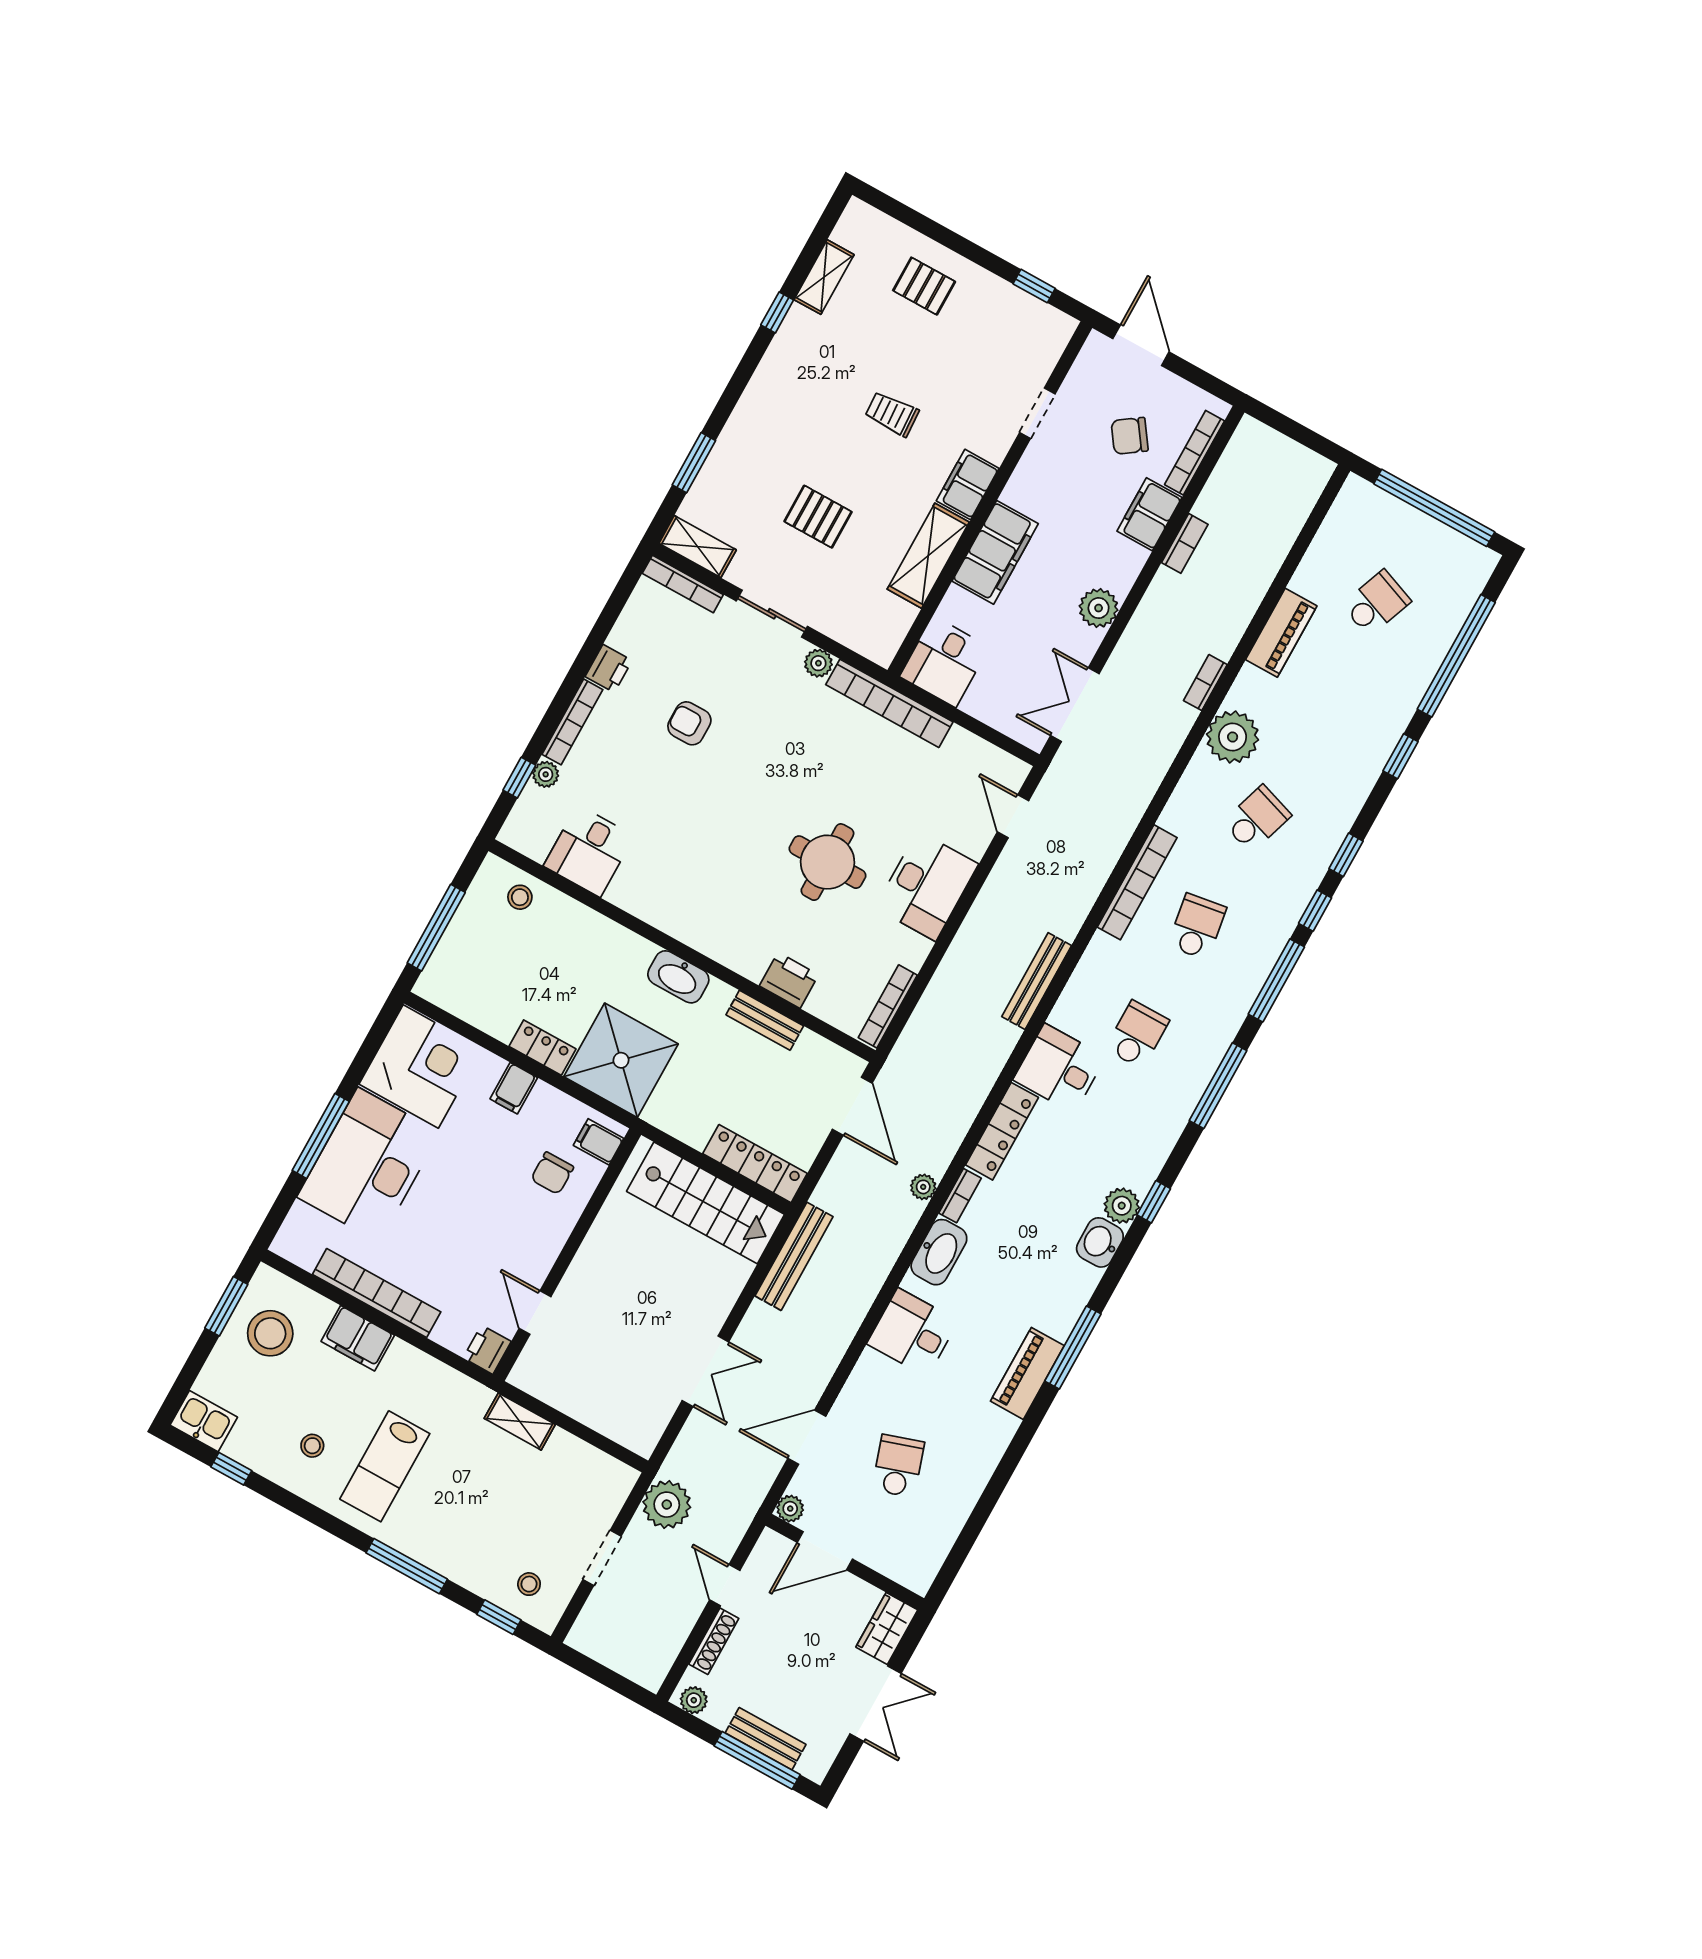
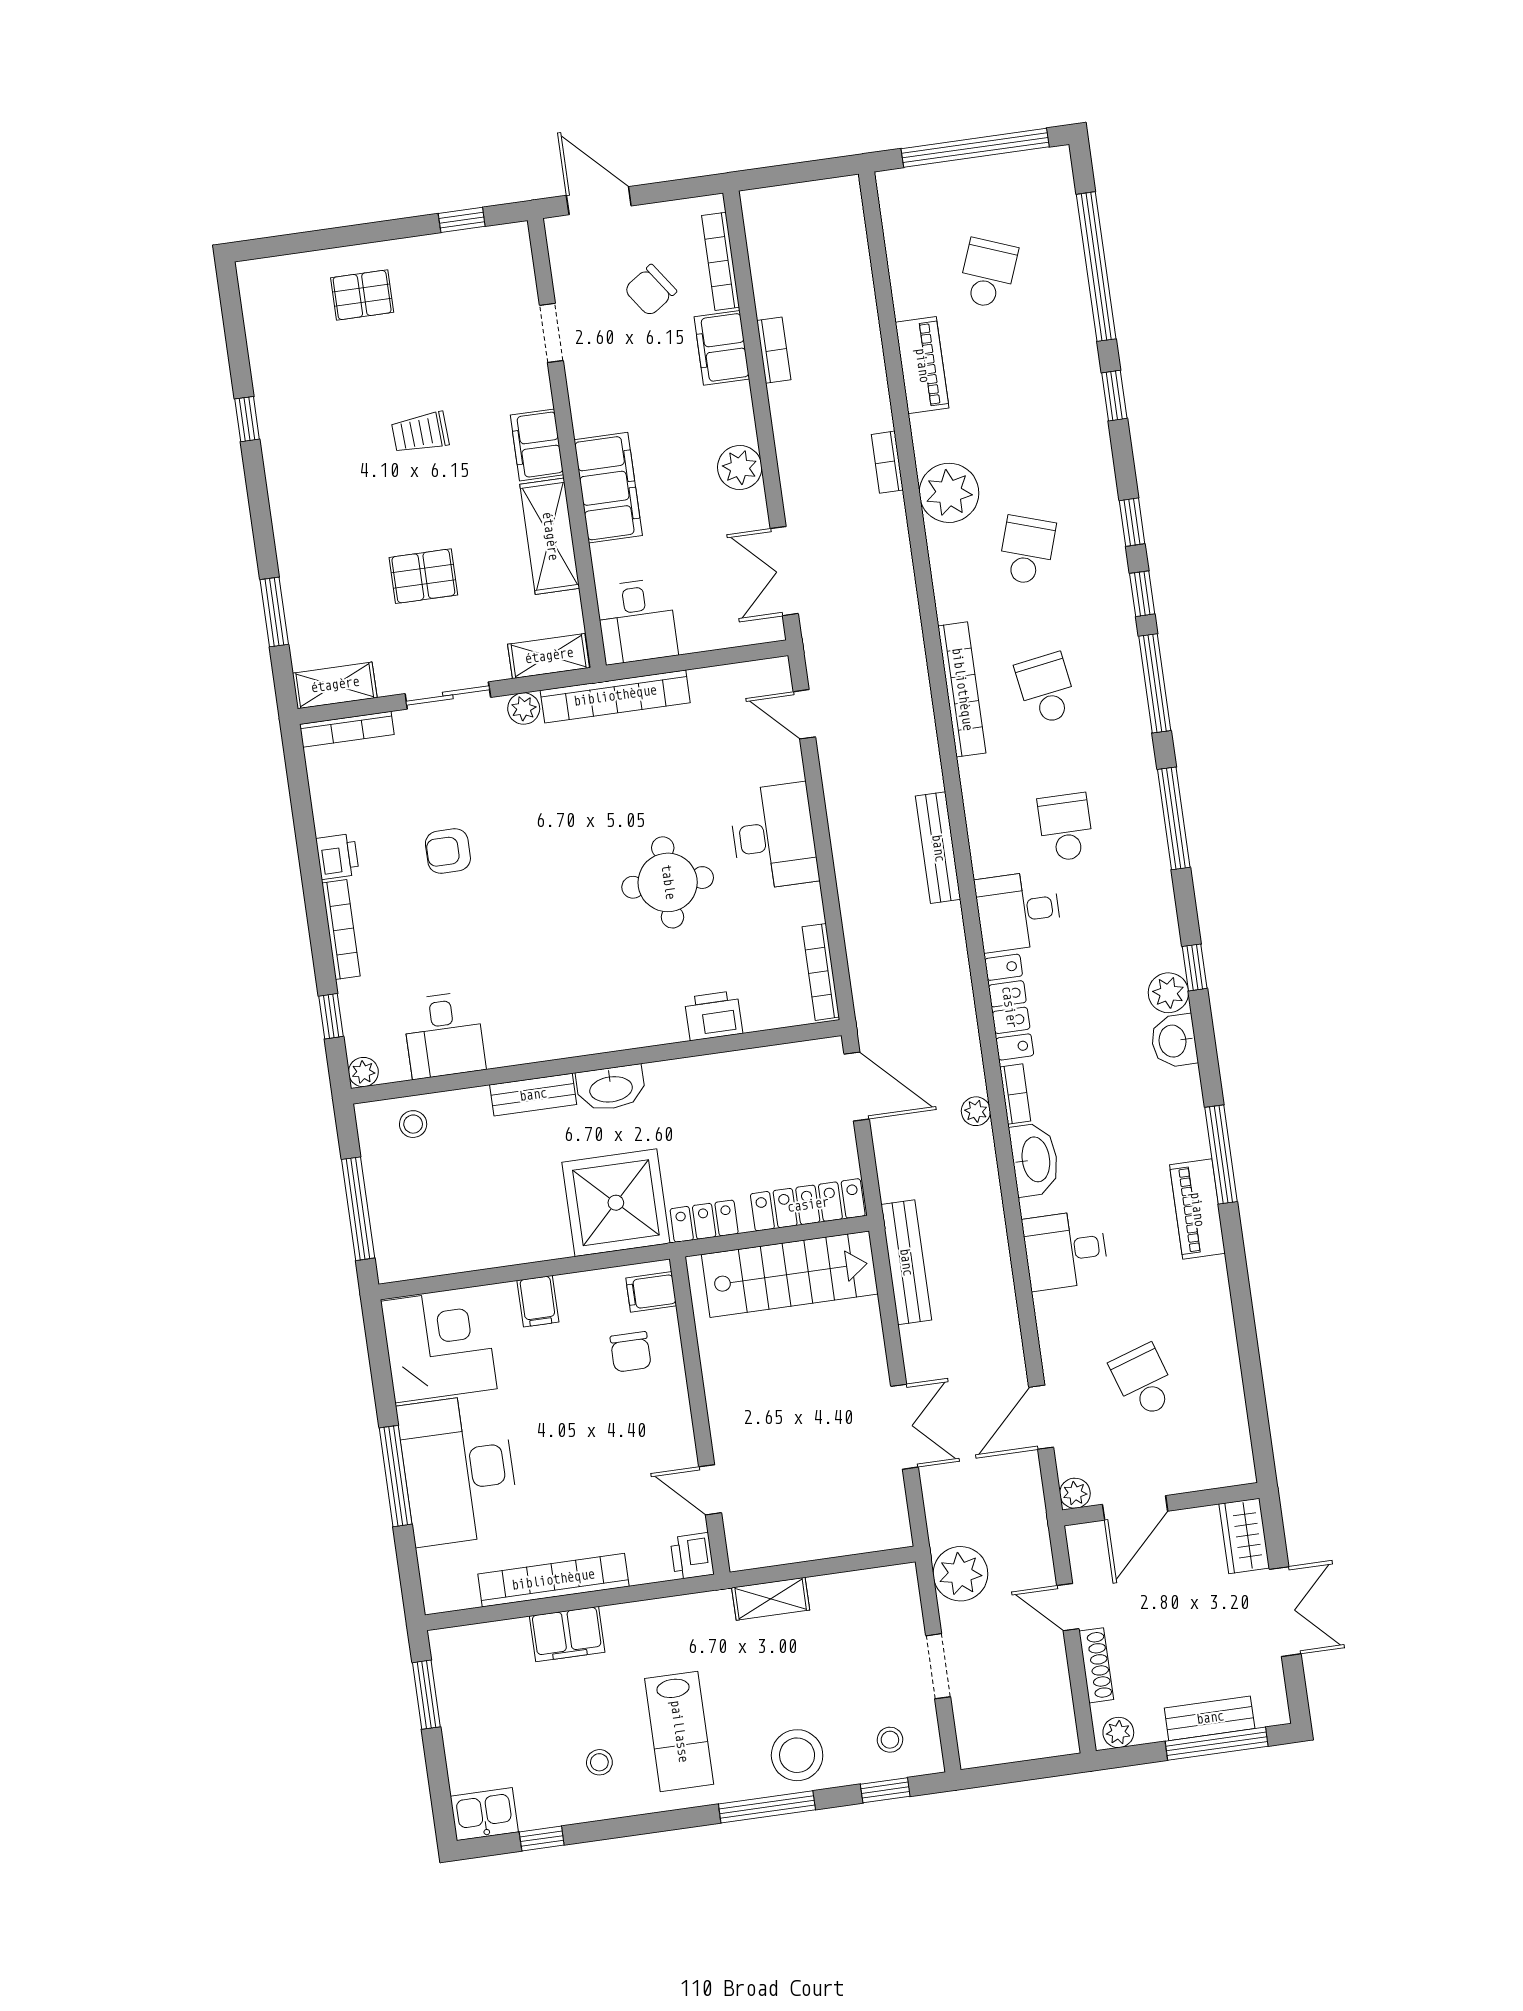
shelving: (824, 277) -> (549, 656), moved, turned 90
plant: (546, 774) -> (363, 1072), moved
bench: (765, 1020) -> (533, 1095), moved
locker: (542, 1048) -> (704, 1221), moved
stool: (270, 1333) -> (797, 1755), moved

